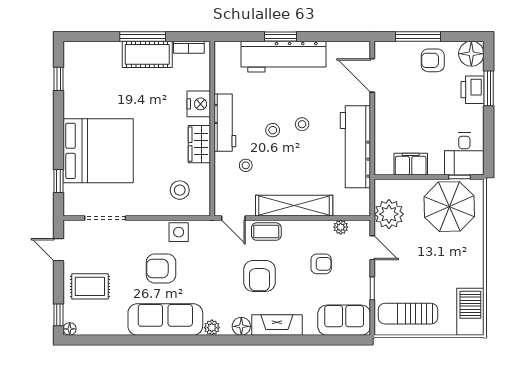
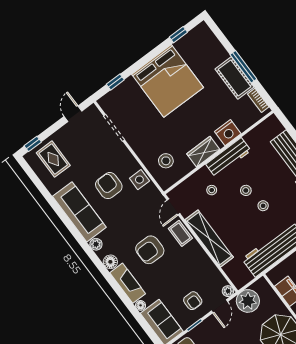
bed: (98, 151) -> (168, 81), moved
plant: (341, 227) -> (228, 291), moved
armchair: (321, 264) -> (193, 301), moved
rug: (90, 286) -> (53, 159), moved
floor lamp: (70, 329) -> (141, 305), moved

